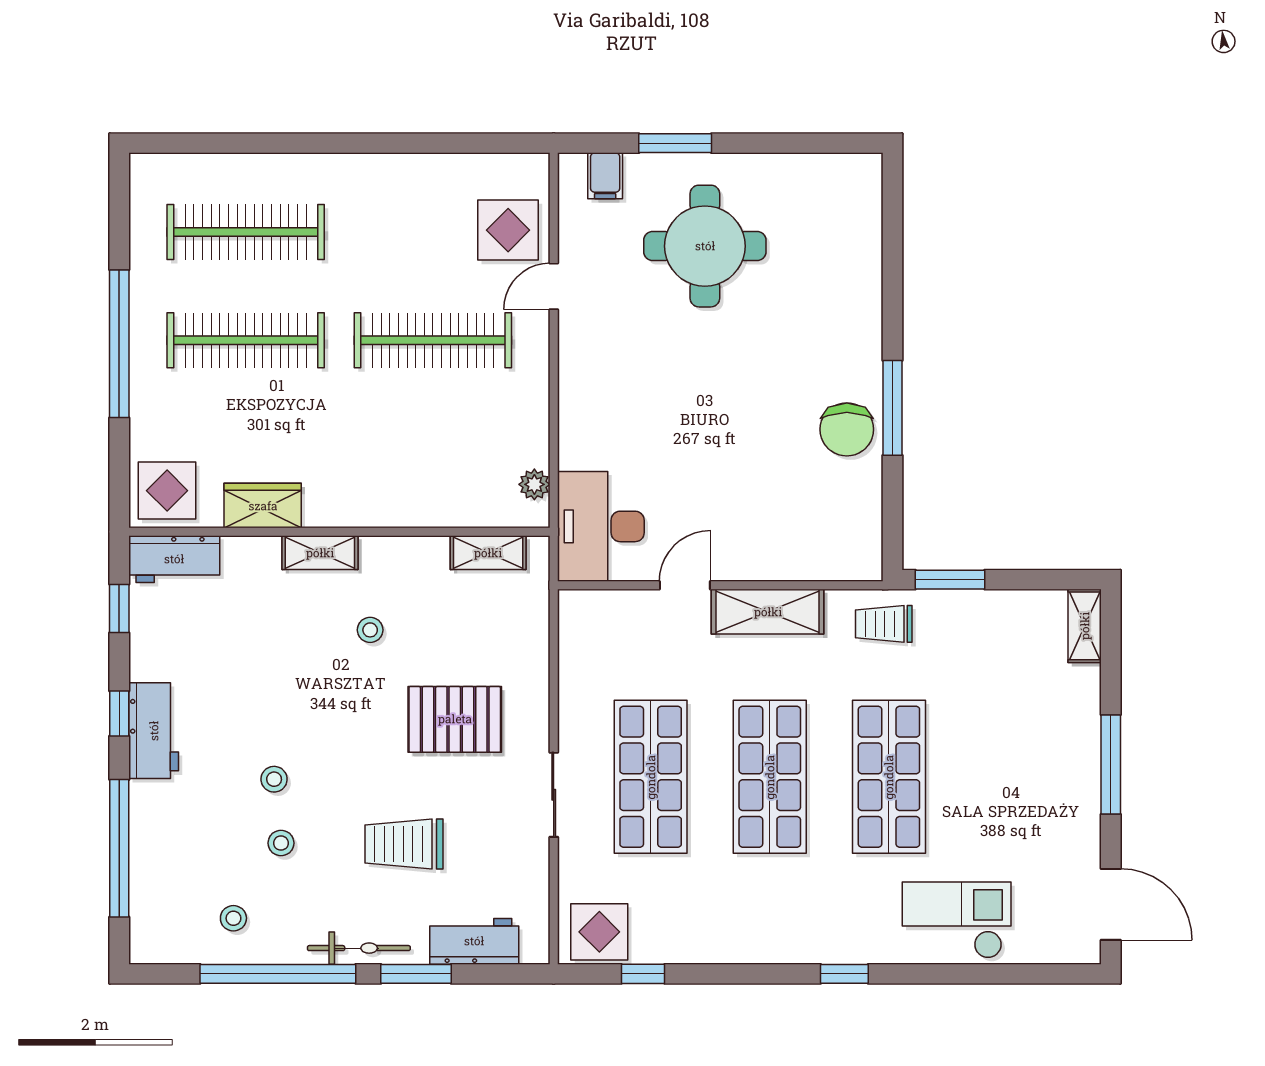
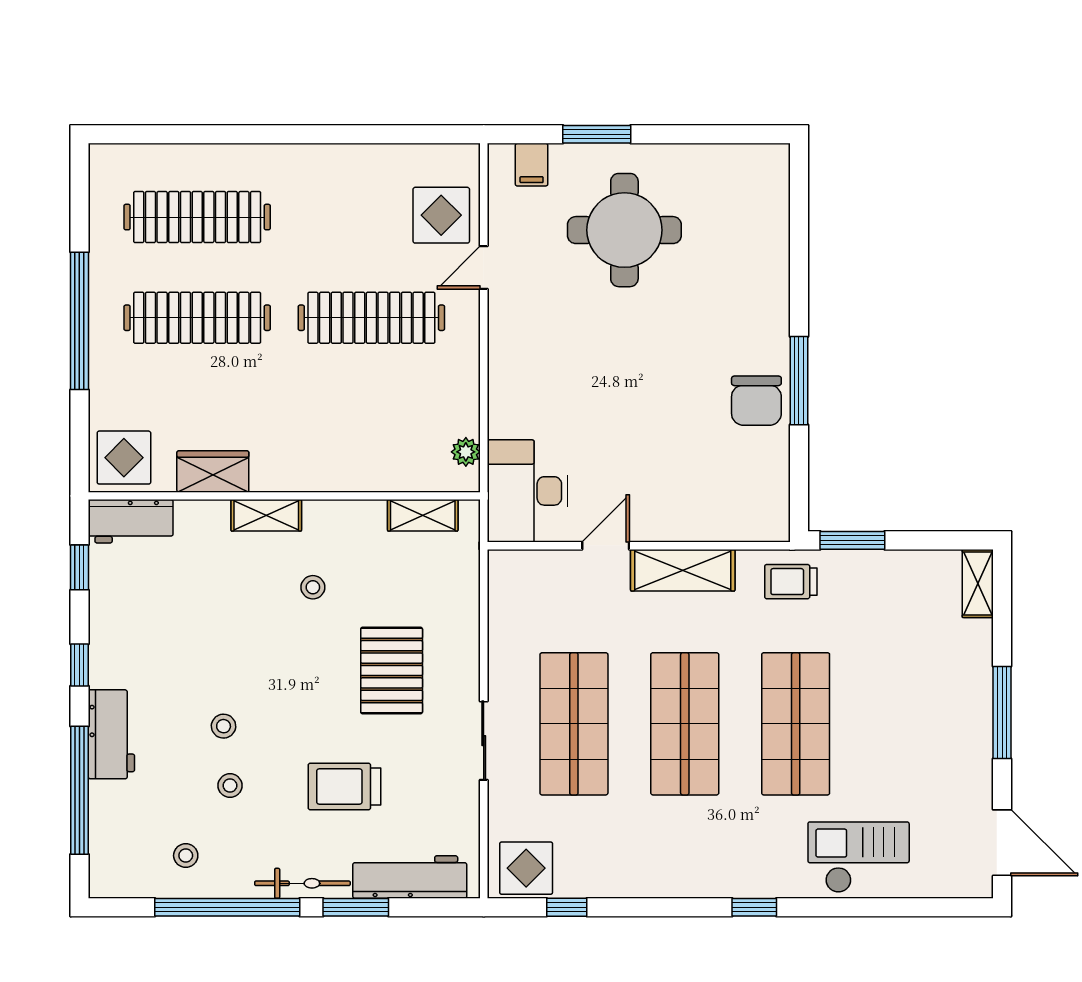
pallet: (455, 719) -> (392, 671), turned 90
workbench: (154, 731) -> (111, 734), moved
workbench: (474, 941) -> (410, 877), width x1.38

